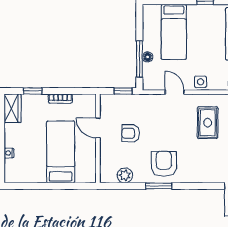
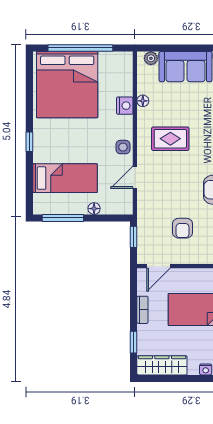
window: (139, 59) -> (63, 218), moved
wardrobe: (13, 108) -> (162, 365), width x1.50
door: (98, 128) -> (159, 266), moved

